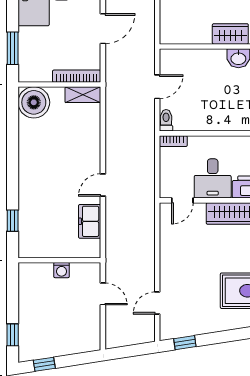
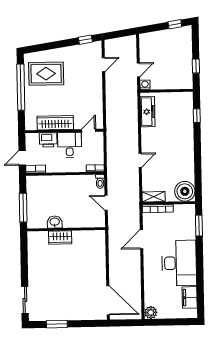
door: (157, 87) -> (106, 203), hinge flipped
door: (103, 185) -> (140, 160), moved
freezer: (90, 221) -> (148, 112), width x1.40
washing machine: (62, 270) -> (145, 85), moved
door: (103, 294) -> (138, 70), swing flipped
window: (13, 335) -> (196, 66), moved

